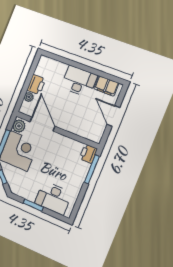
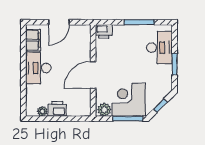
plant: (29, 97) -> (42, 111), moved
door: (42, 124) -> (93, 75), moved
window: (92, 169) -> (139, 22), moved

